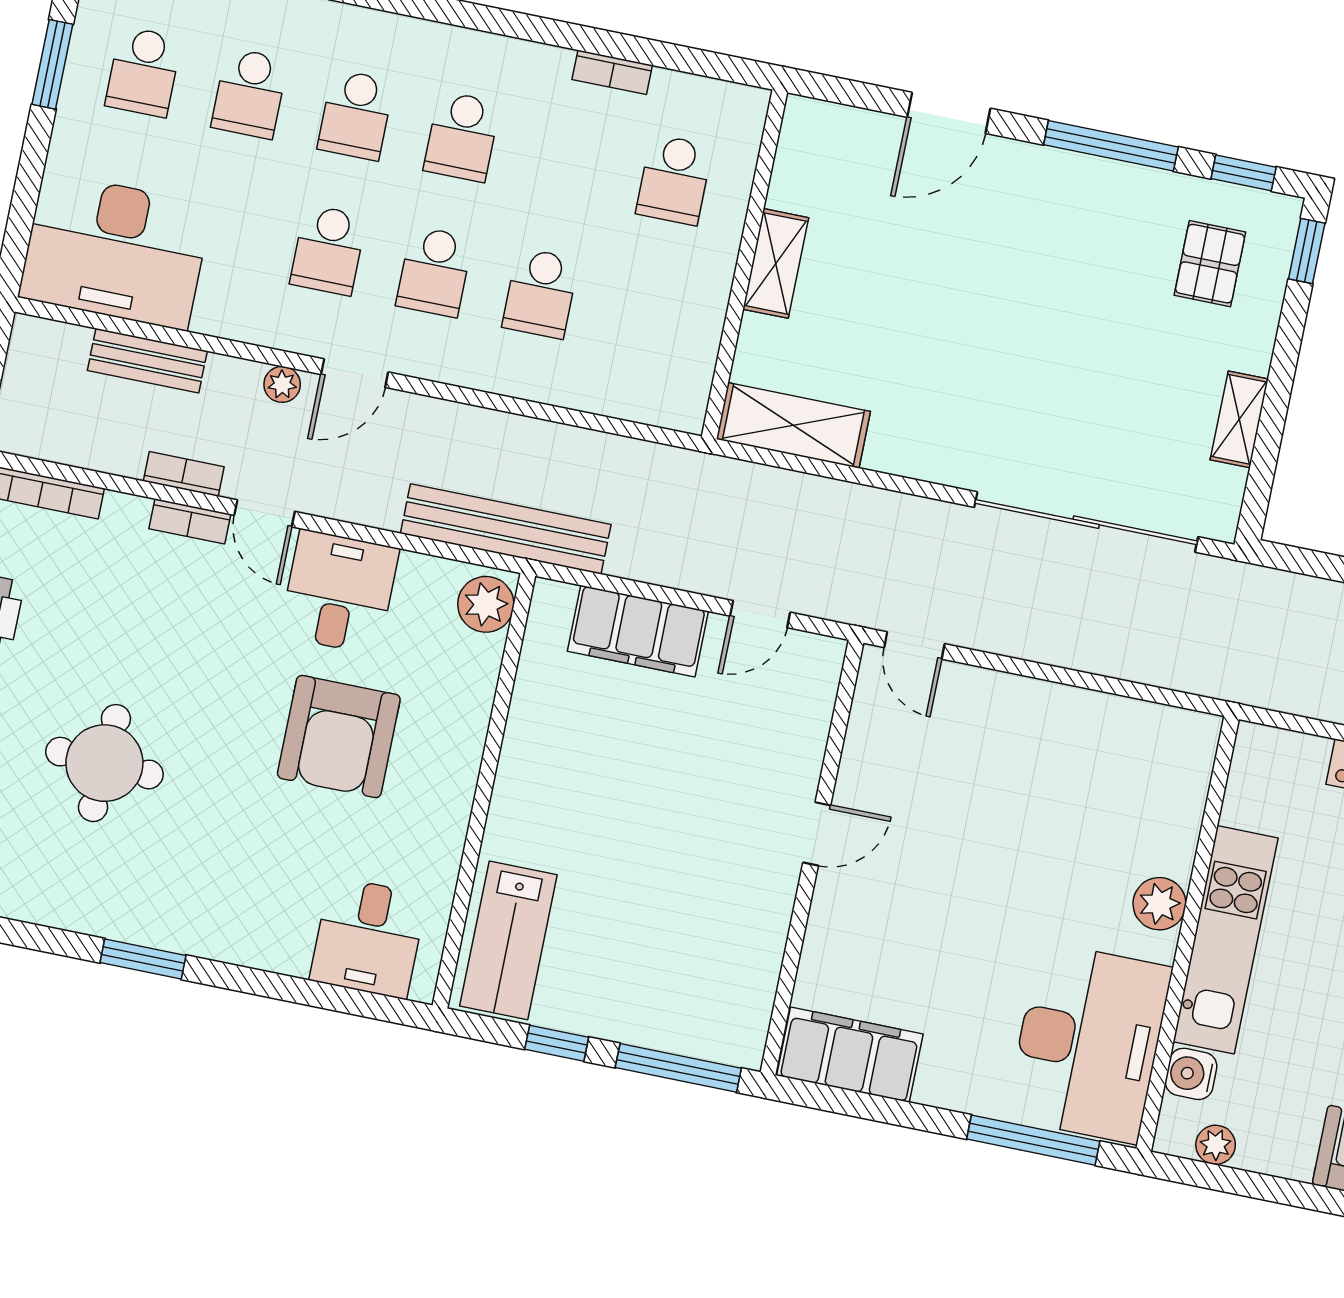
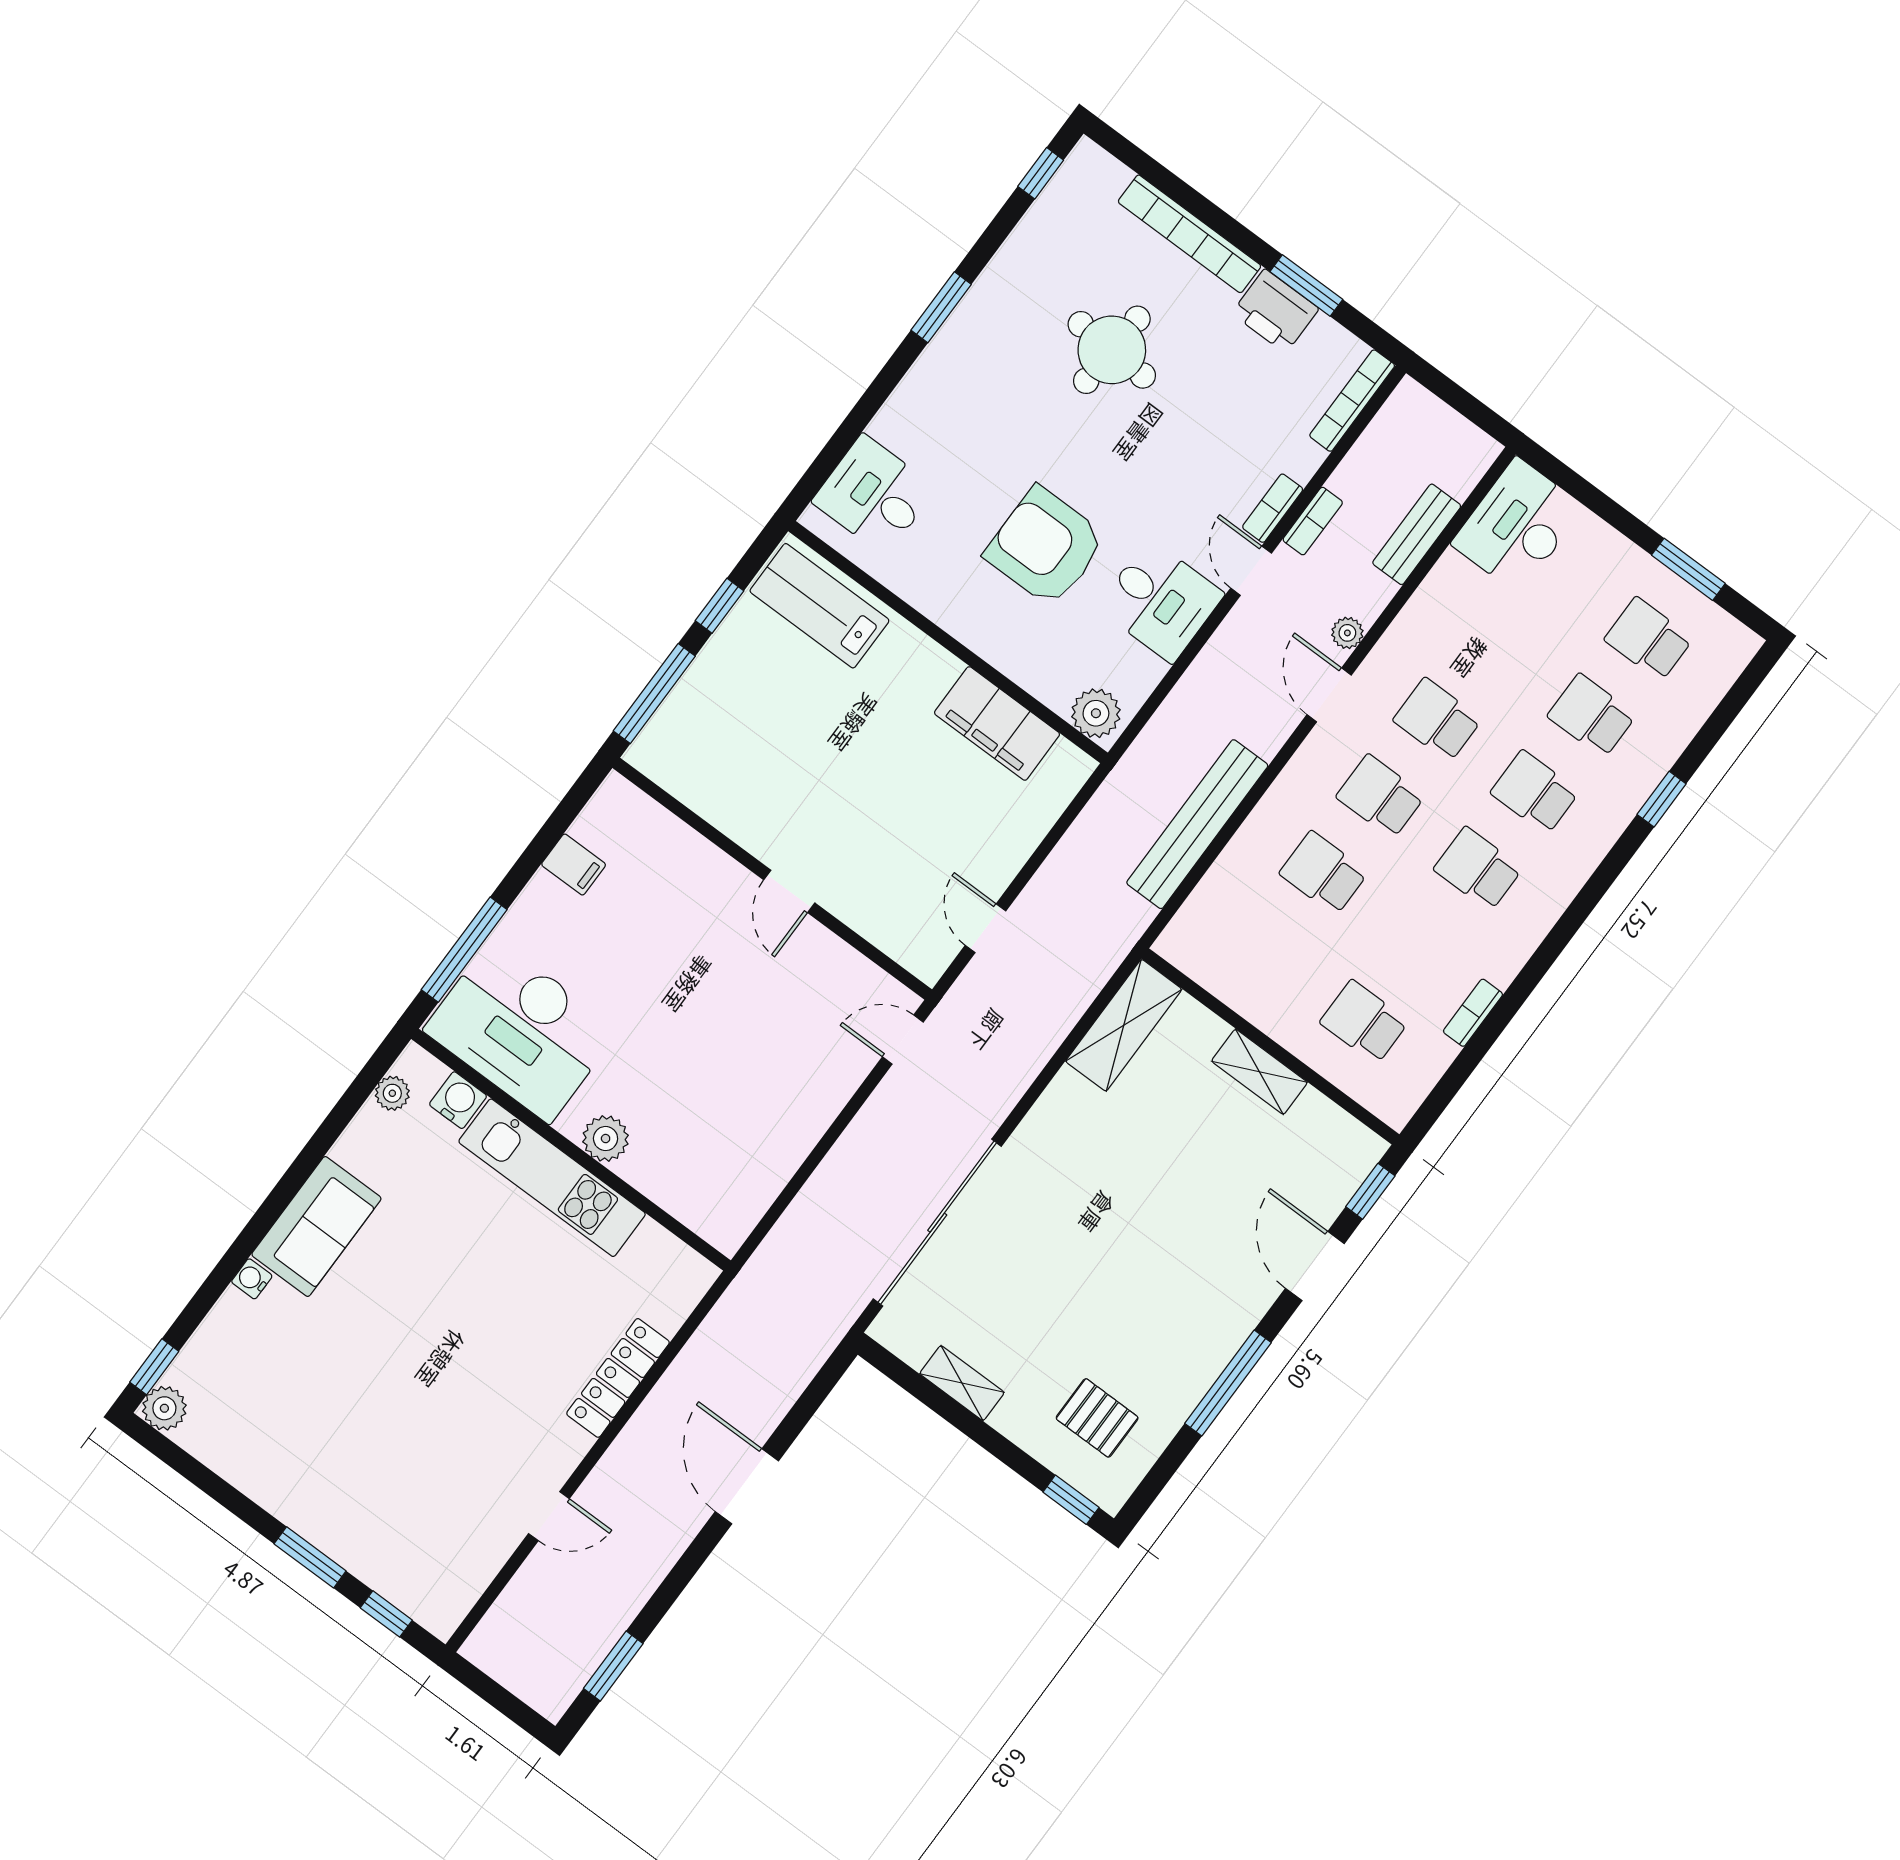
window: (1244, 173) -> (1370, 1191), moved
desk: (115, 251) -> (1518, 525), width x0.73, depth x0.77
door: (264, 513) -> (1251, 571), hinge flipped
bench: (506, 529) -> (1197, 824), moved
filing cabinet: (638, 631) -> (997, 723), moved, turned -90
filing cabinet: (850, 1055) -> (574, 865), width x0.33, depth x0.86

